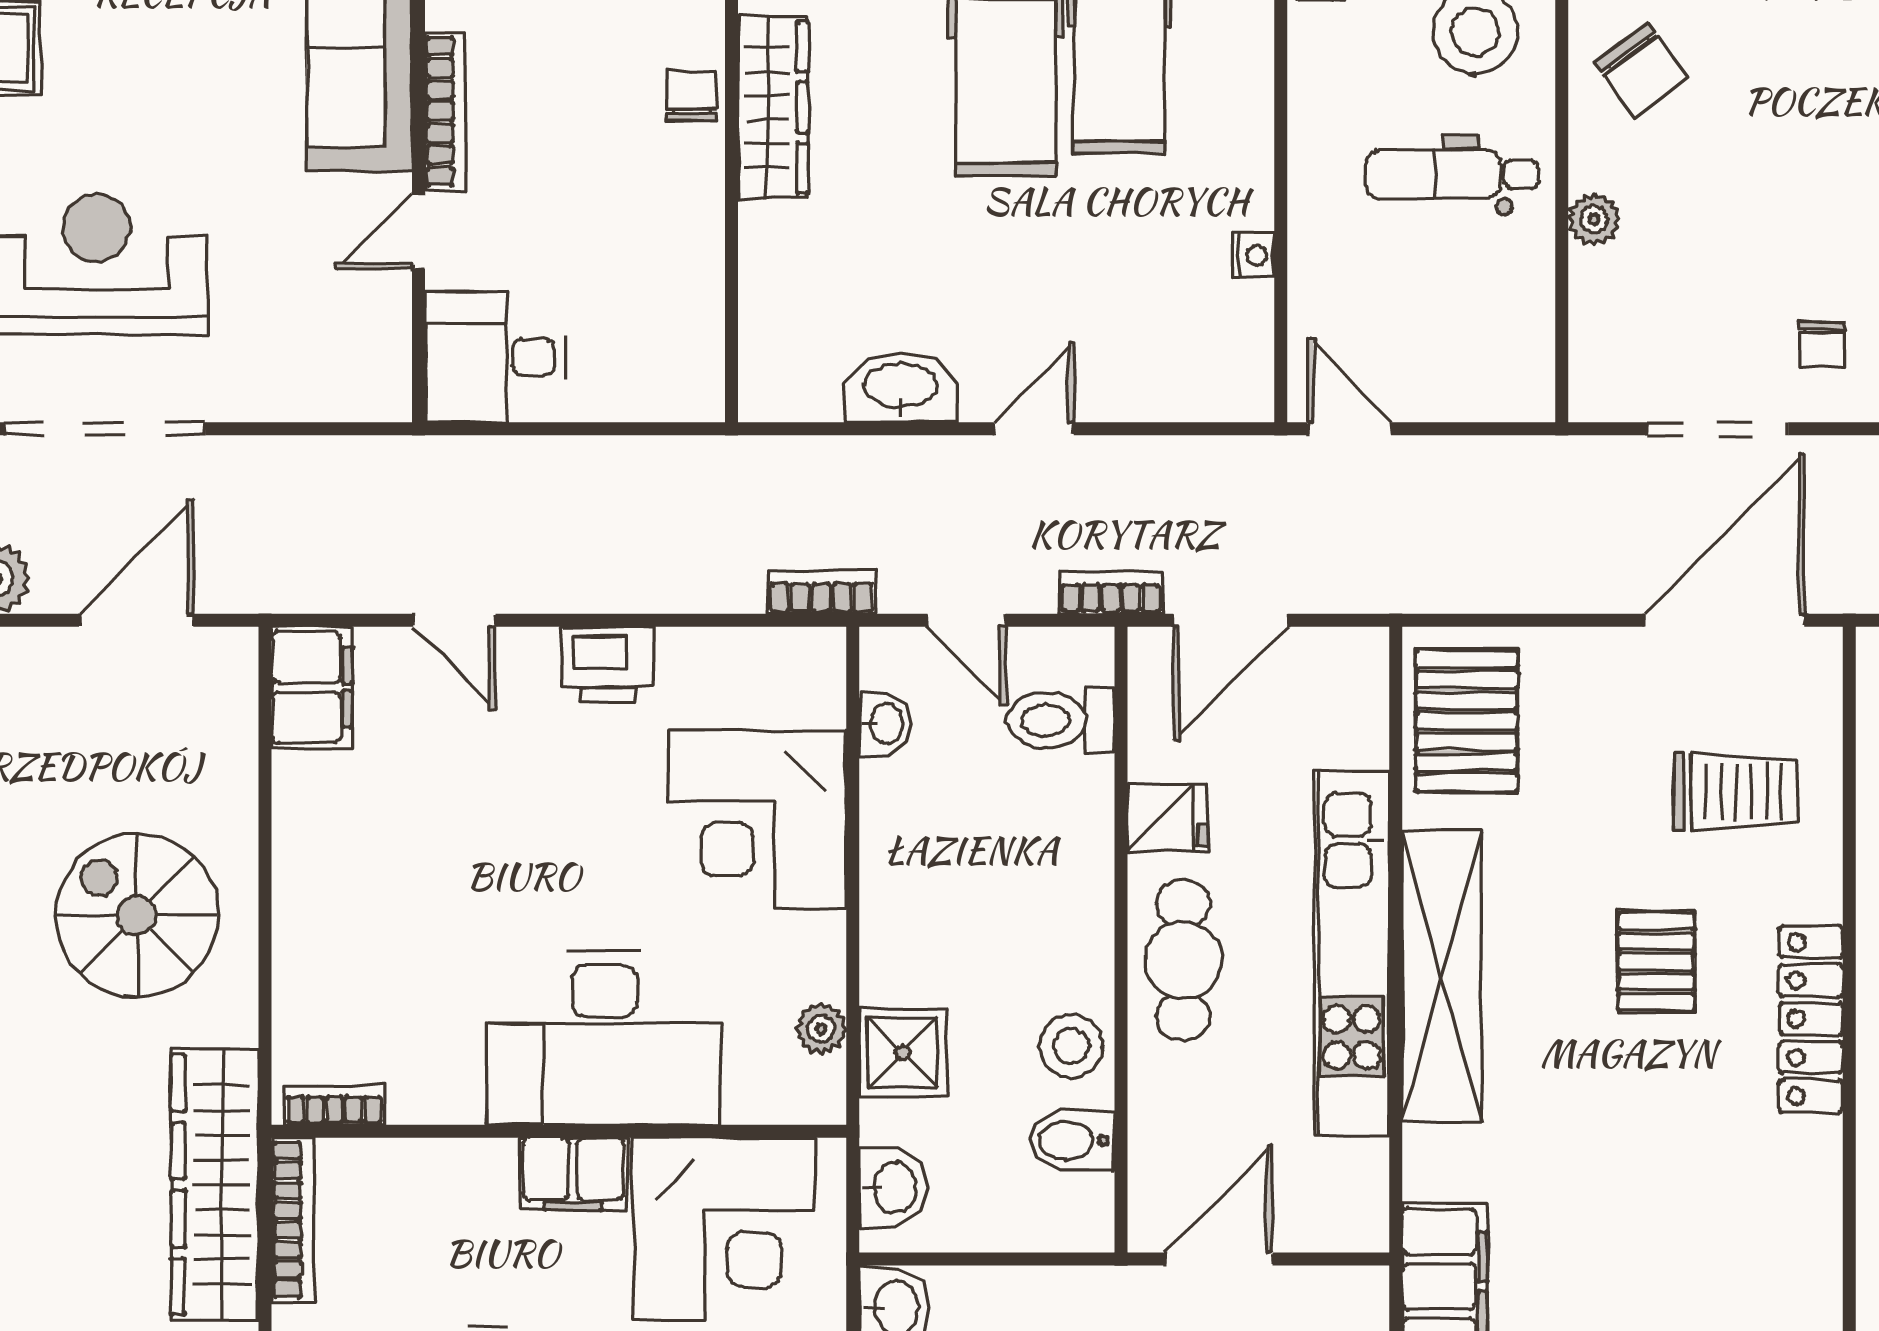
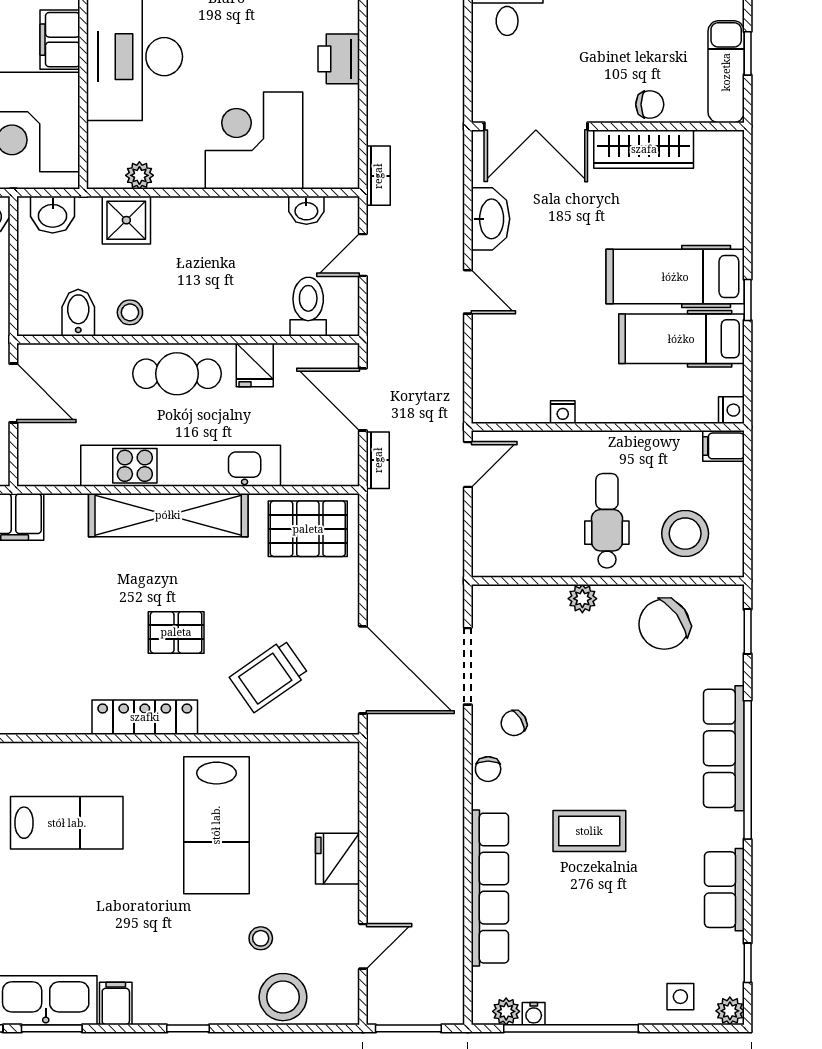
chair: (1641, 70) -> (664, 624), width x1.37, depth x1.37
double door: (731, 304) -> (536, 126), added
chair: (1822, 344) -> (514, 723), turned -31
bookcase: (1111, 593) -> (378, 460), moved
trolley: (1735, 792) -> (269, 676), turned 55
stool: (1071, 1046) -> (130, 312), width x0.73, depth x0.73

